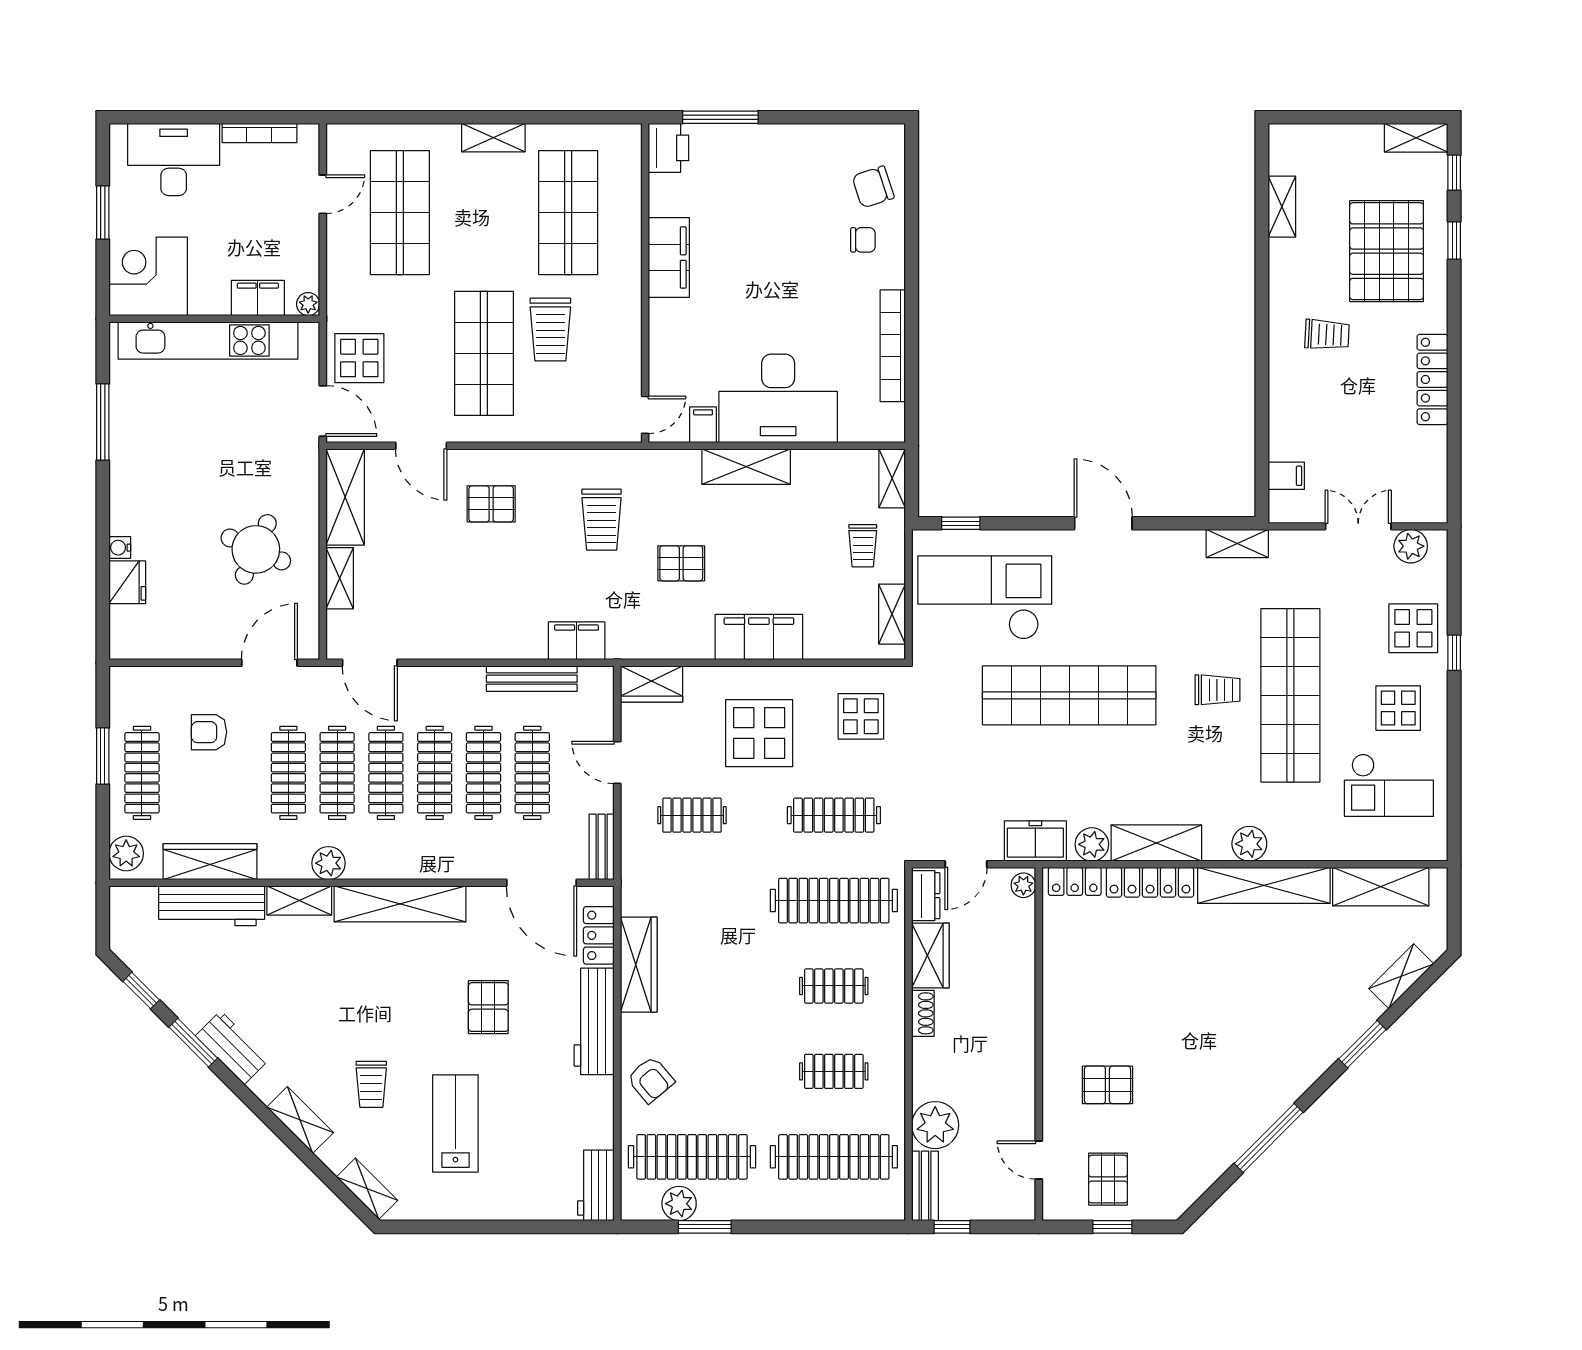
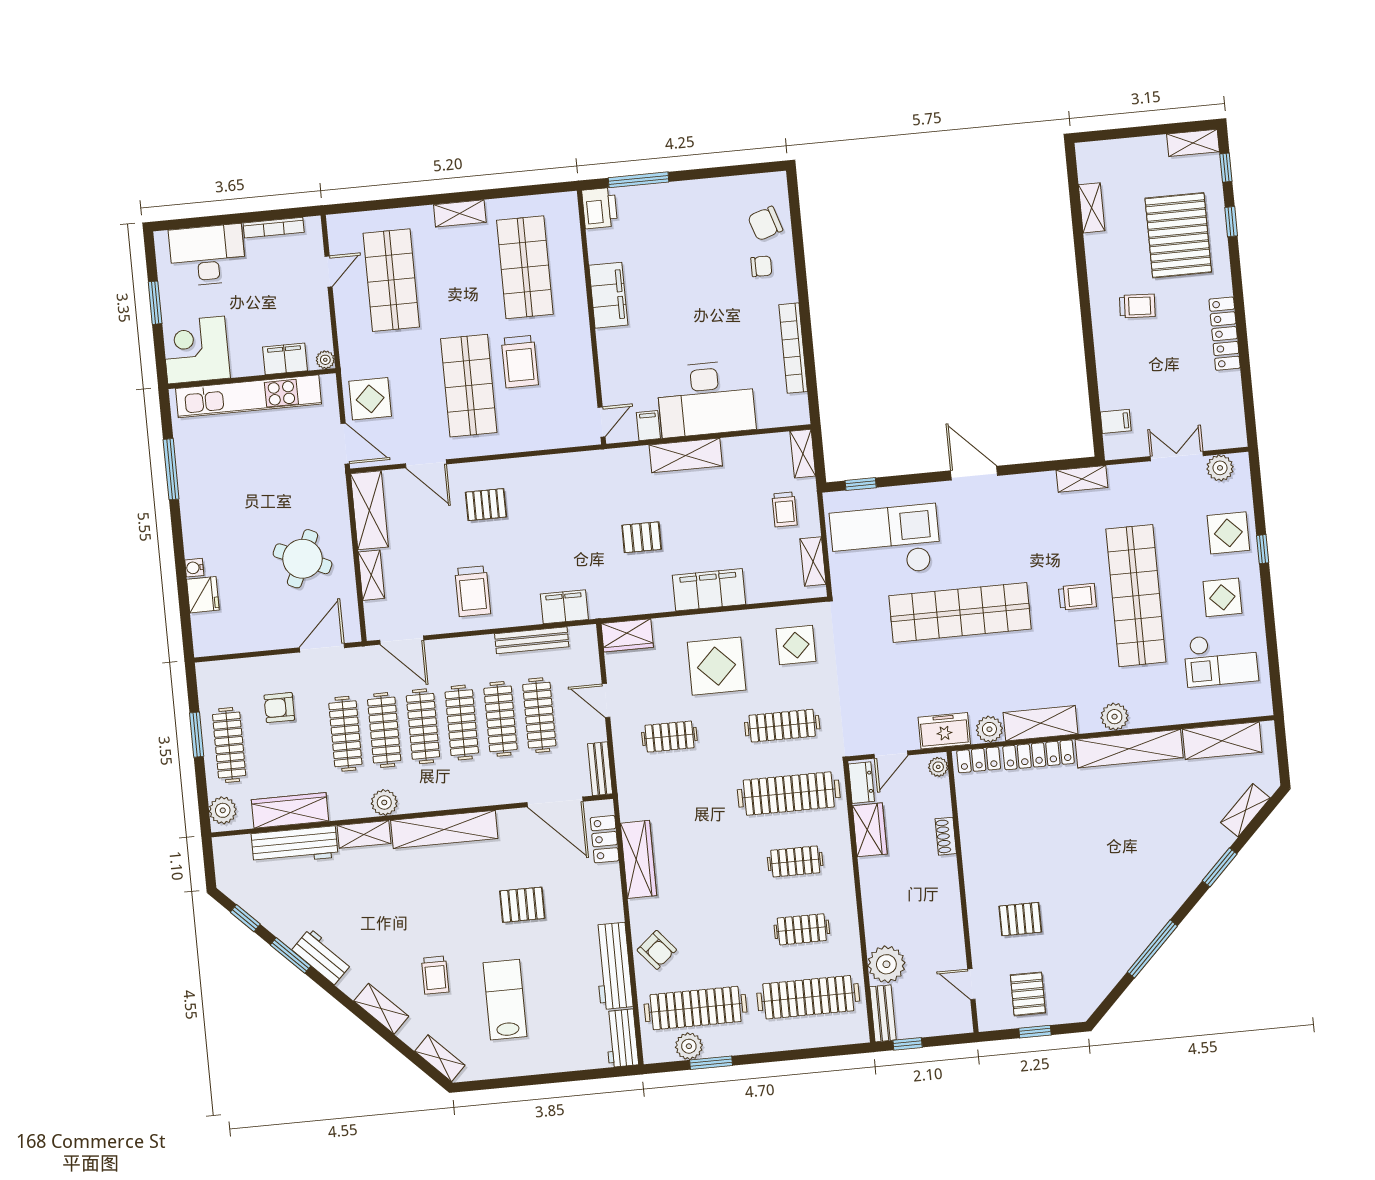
trolley: (602, 520) -> (473, 591), moved
pallet: (488, 1007) -> (522, 905), turned 90
shoe rack: (923, 1013) -> (946, 836), moved, turned 180
workbench: (594, 1021) -> (613, 966), moved

